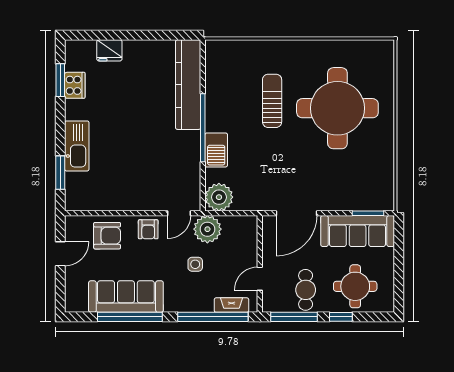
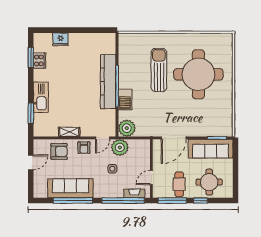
kitchen counter: (188, 85) -> (108, 82), moved
sun lounger: (272, 101) -> (159, 70), width x1.36, depth x1.34
shelving: (124, 203) -> (69, 132), added

